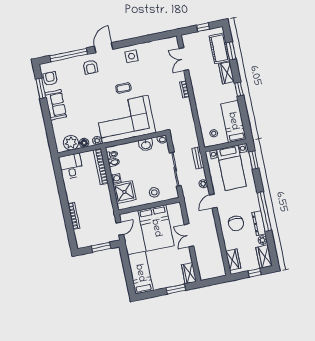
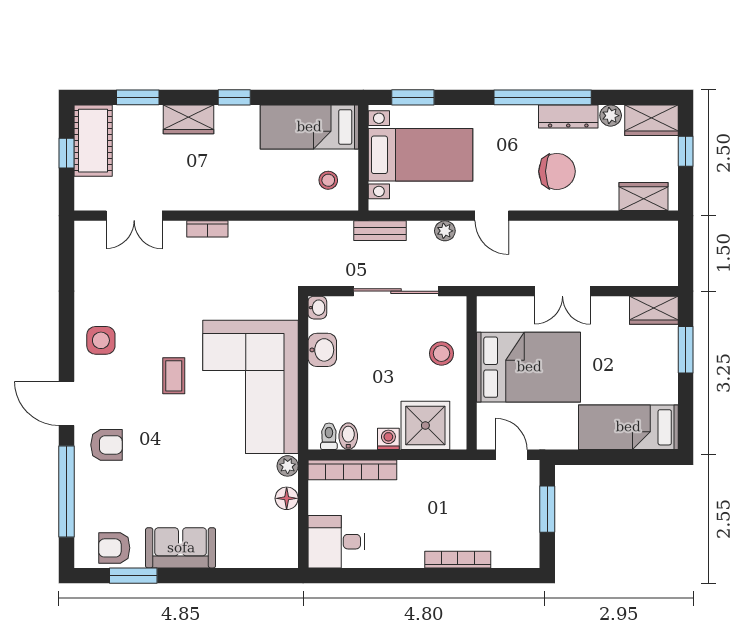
cot: (219, 48) -> (93, 141), moved, turned 90
plant: (71, 143) -> (280, 530), removed

